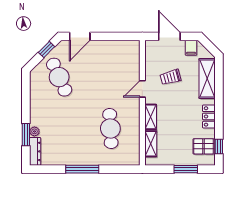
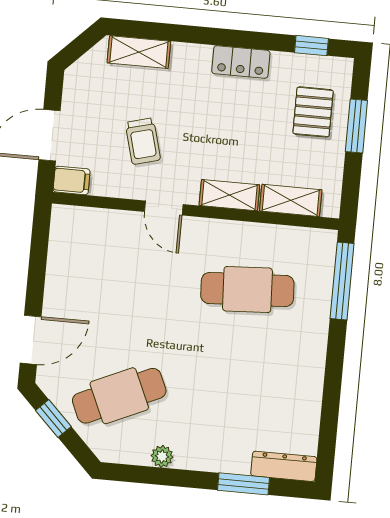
door: (80, 36) -> (31, 340), hinge flipped
filing cabinet: (191, 48) -> (72, 180), moved
shelving: (207, 79) -> (139, 52), width x0.67, depth x0.75
plant: (34, 131) -> (162, 456), moved
pallet: (204, 146) -> (313, 112), moved
window: (82, 169) -> (342, 281), moved

